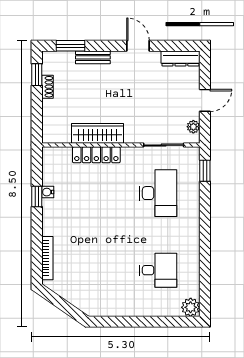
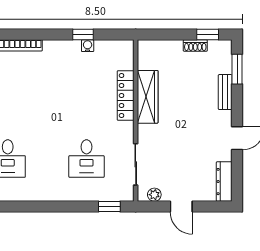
desk: (158, 193) -> (86, 159), width x0.73

